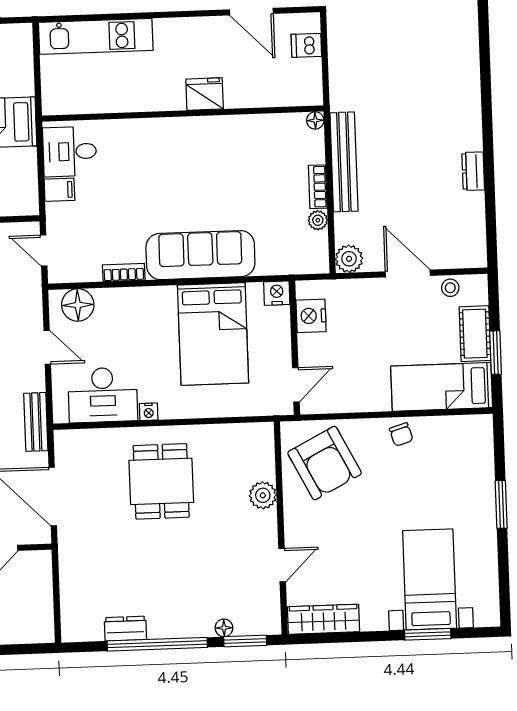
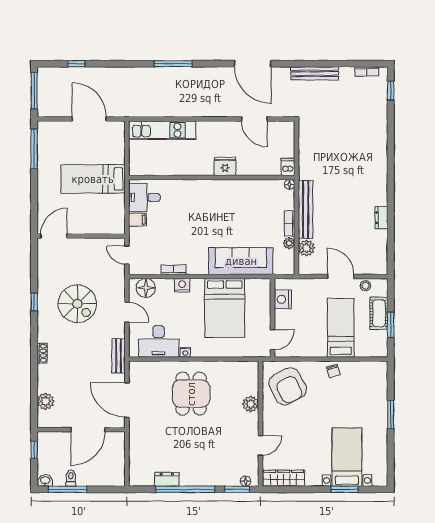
dishwasher: (306, 45) -> (288, 167), moved, turned 90
sofa: (200, 255) -> (241, 261), moved
plant: (349, 259) -> (306, 248), moved
nightstand: (277, 293) -> (182, 285), moved
bed: (442, 387) -> (341, 328), moved, turned 90
floor lamp: (224, 628) -> (246, 481), moved

